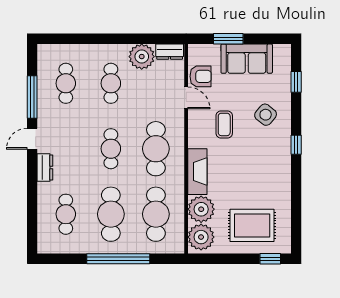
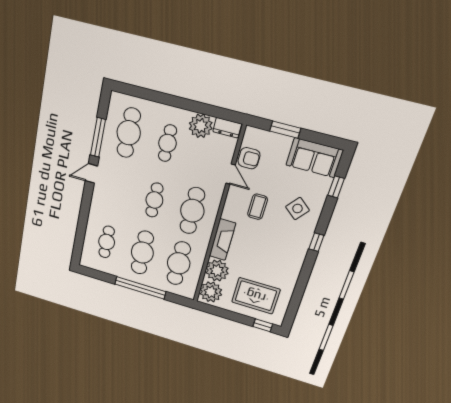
sofa: (247, 59) -> (314, 158), moved
cafe table: (66, 83) -> (129, 133), width x1.37, depth x1.35
dresser: (45, 168) -> (97, 200), removed

